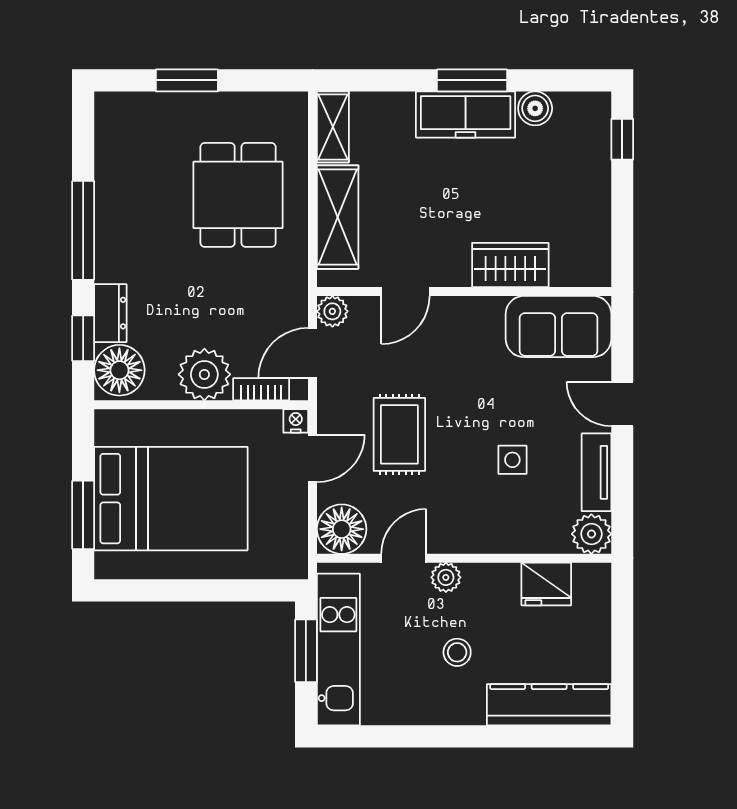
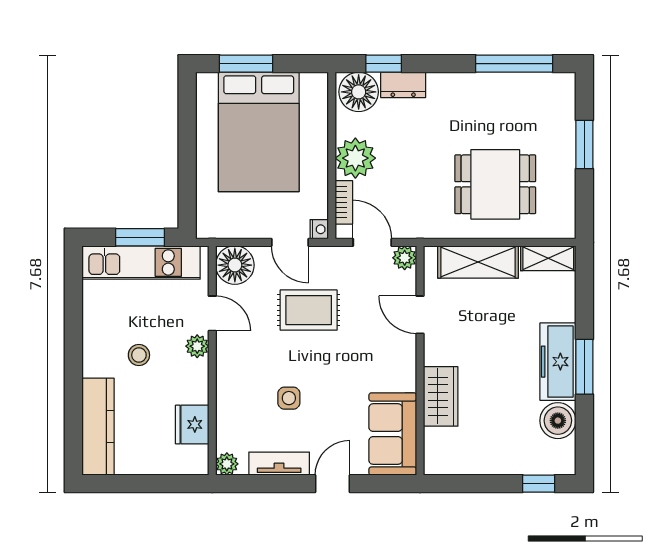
boiler: (535, 108) -> (558, 421), width x1.36, depth x1.36
window: (83, 230) -> (514, 64), moved
plant: (591, 534) -> (227, 464), width x0.73, depth x0.73

